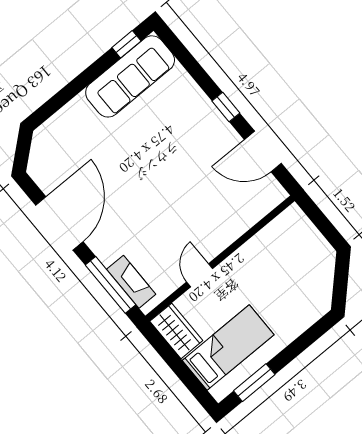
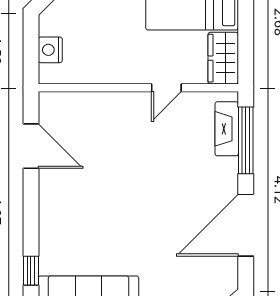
window: (226, 107) -> (31, 271), moved
nightstand: (307, 233) -> (50, 50), added

